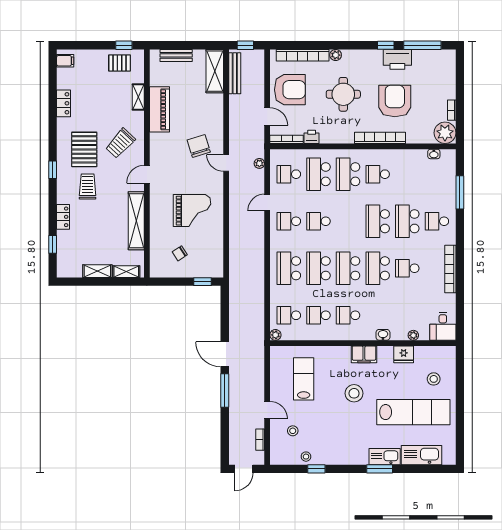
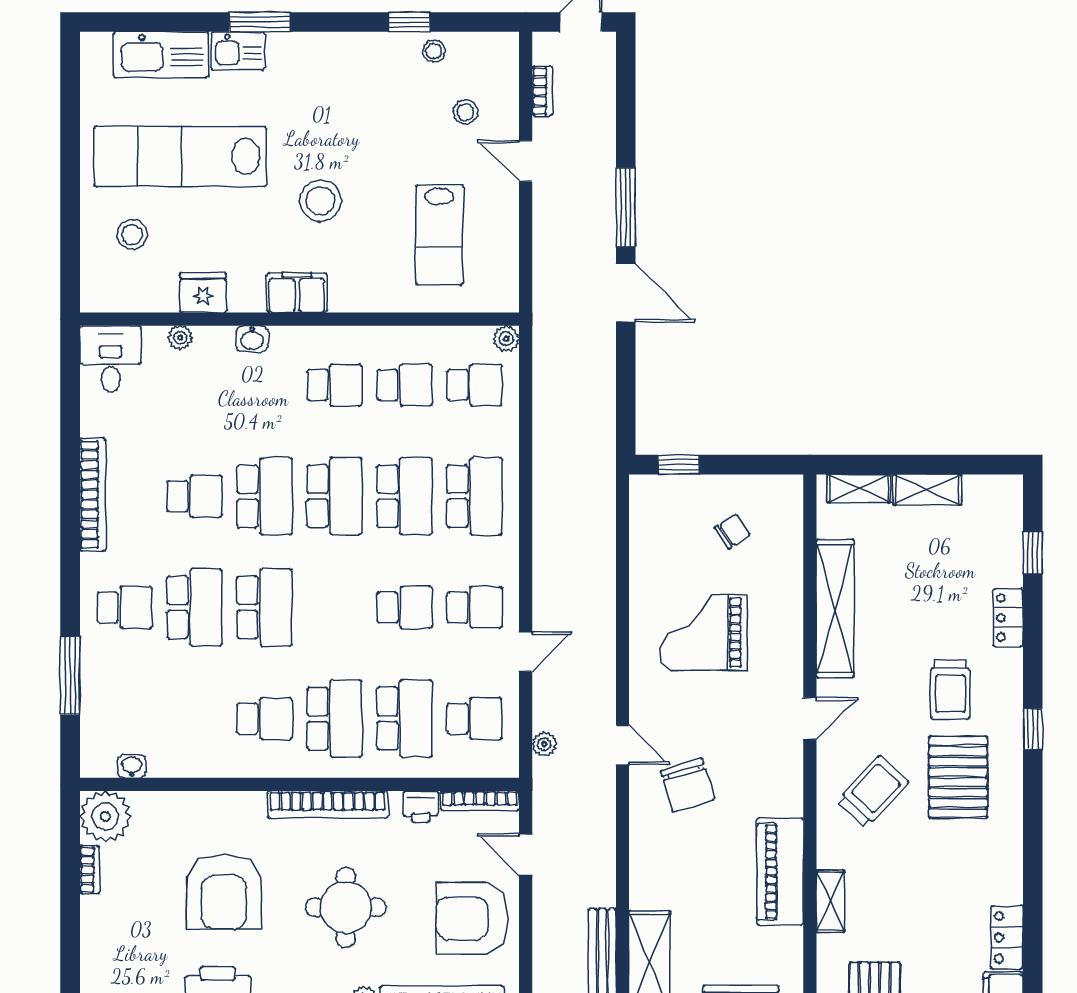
locker: (64, 103) -> (1007, 937), moved
bookcase: (380, 138) -> (328, 804), moved
kitchen sink: (385, 457) -> (238, 51), width x0.73

